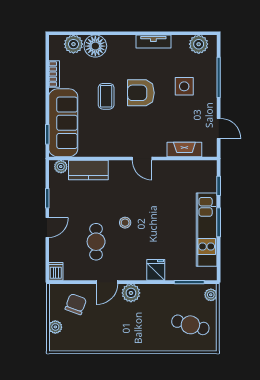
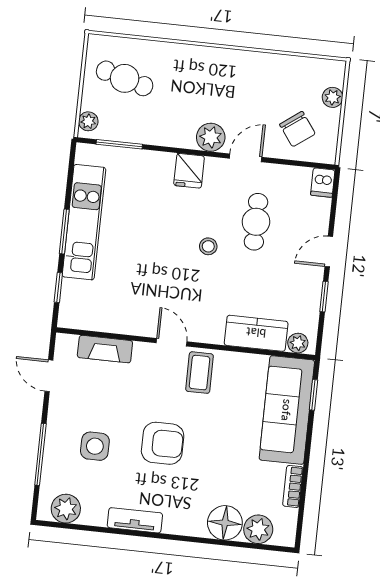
coffee table: (106, 96) -> (200, 373), moved
fridge: (156, 270) -> (189, 171), moved
chair: (76, 304) -> (297, 129), turned -56

